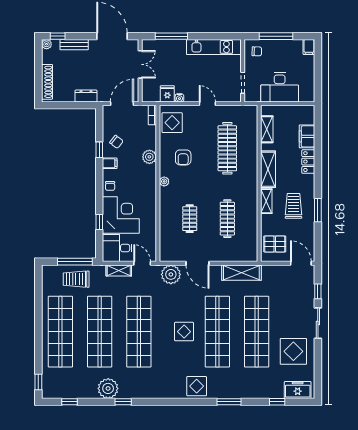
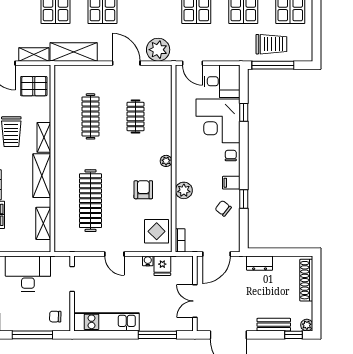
shelving: (119, 270) -> (34, 54), moved

